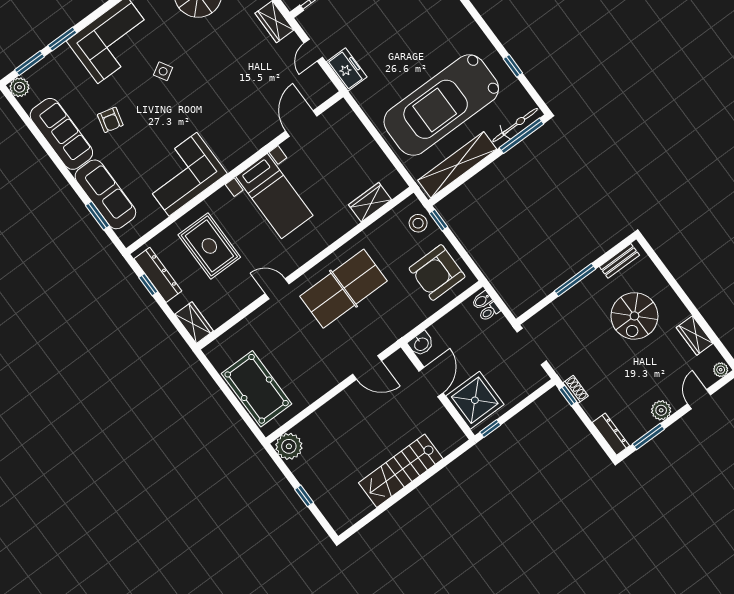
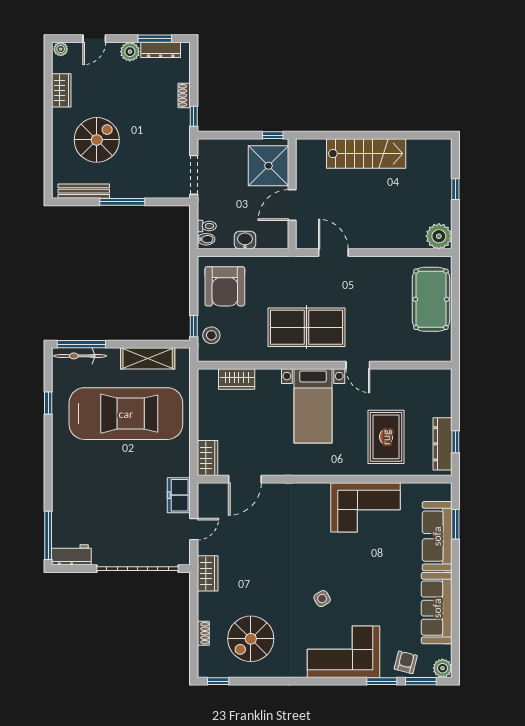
armchair: (110, 120) -> (406, 662), moved
shelving: (457, 165) -> (148, 358), width x0.68
bed with nightstands: (274, 196) -> (313, 406), moved, turned 180
bench: (619, 261) -> (84, 191), width x1.36
armchair: (437, 272) -> (225, 286), turned 90
wardrobe: (194, 323) -> (207, 458), moved, turned 180
washbasin: (421, 344) -> (245, 240), moved
shoe rack: (576, 389) -> (184, 95), moved
dresser: (611, 434) -> (161, 50), moved, turned -90

